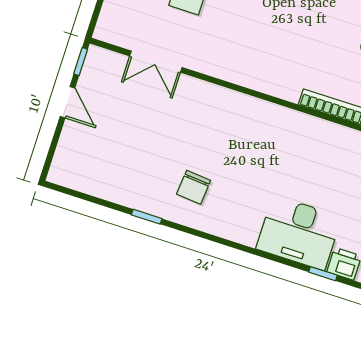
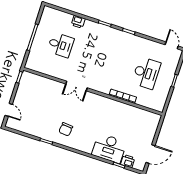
double door: (156, 62) -> (76, 86), moved
door: (67, 102) -> (9, 110), moved

